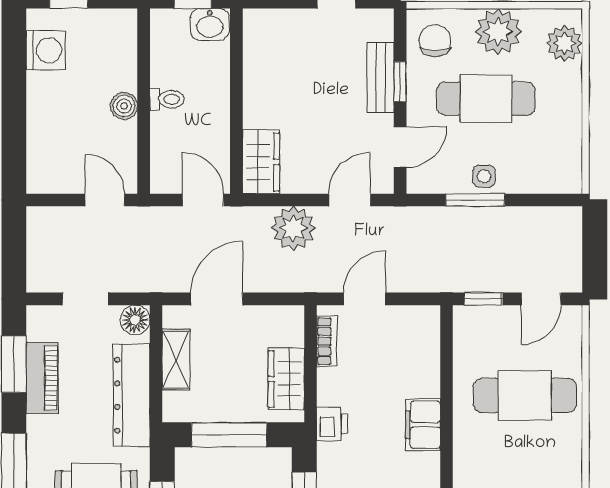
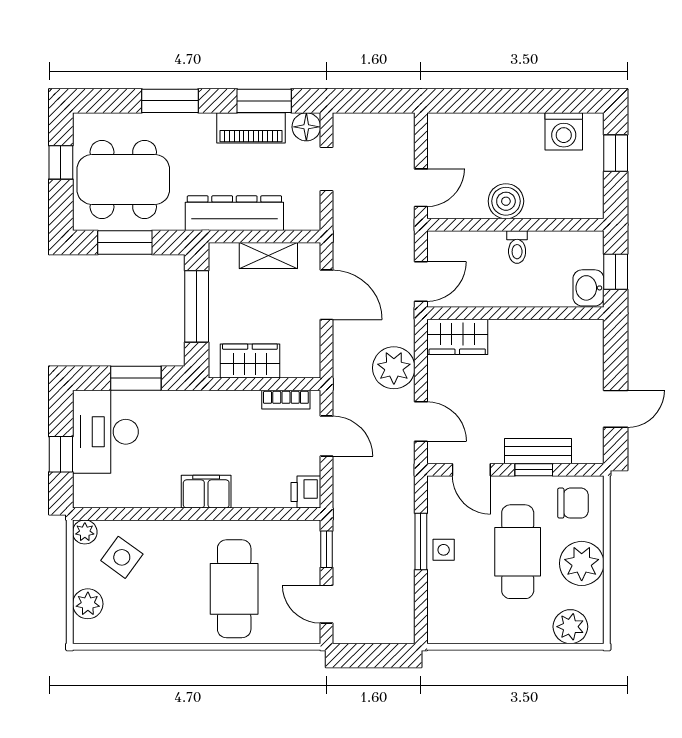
boiler: (124, 106) -> (506, 201), width x1.36, depth x1.36
floor lamp: (135, 320) -> (306, 127), moved
printer: (332, 424) -> (306, 492), moved, turned 90

